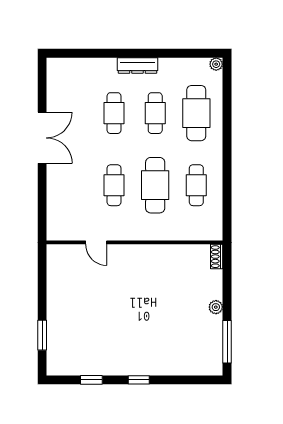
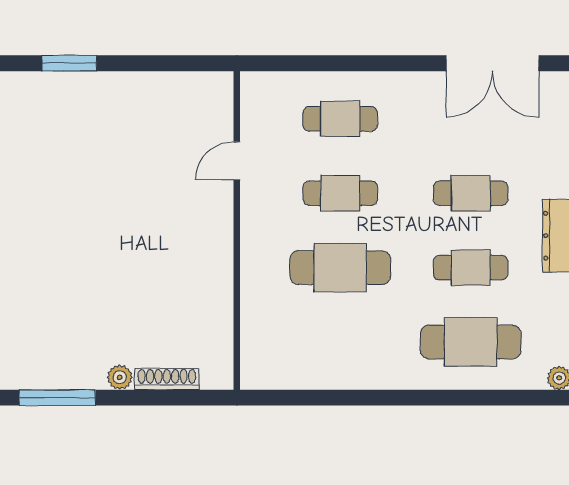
double door: (42, 138) -> (492, 63), moved
cafe table: (196, 185) -> (340, 119), moved
shoe rack: (217, 257) -> (167, 379), moved, width x1.43

